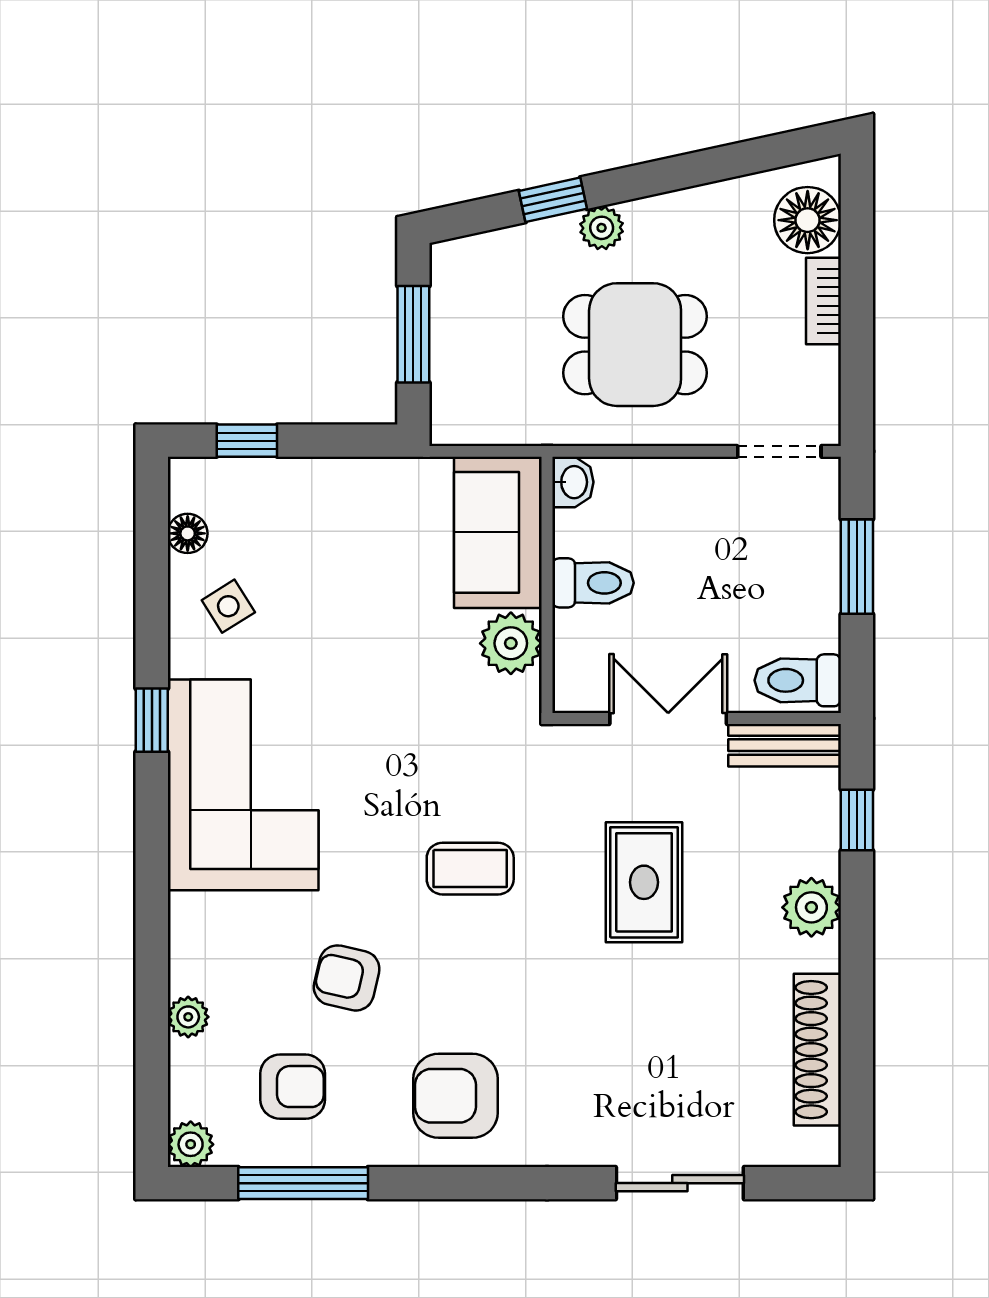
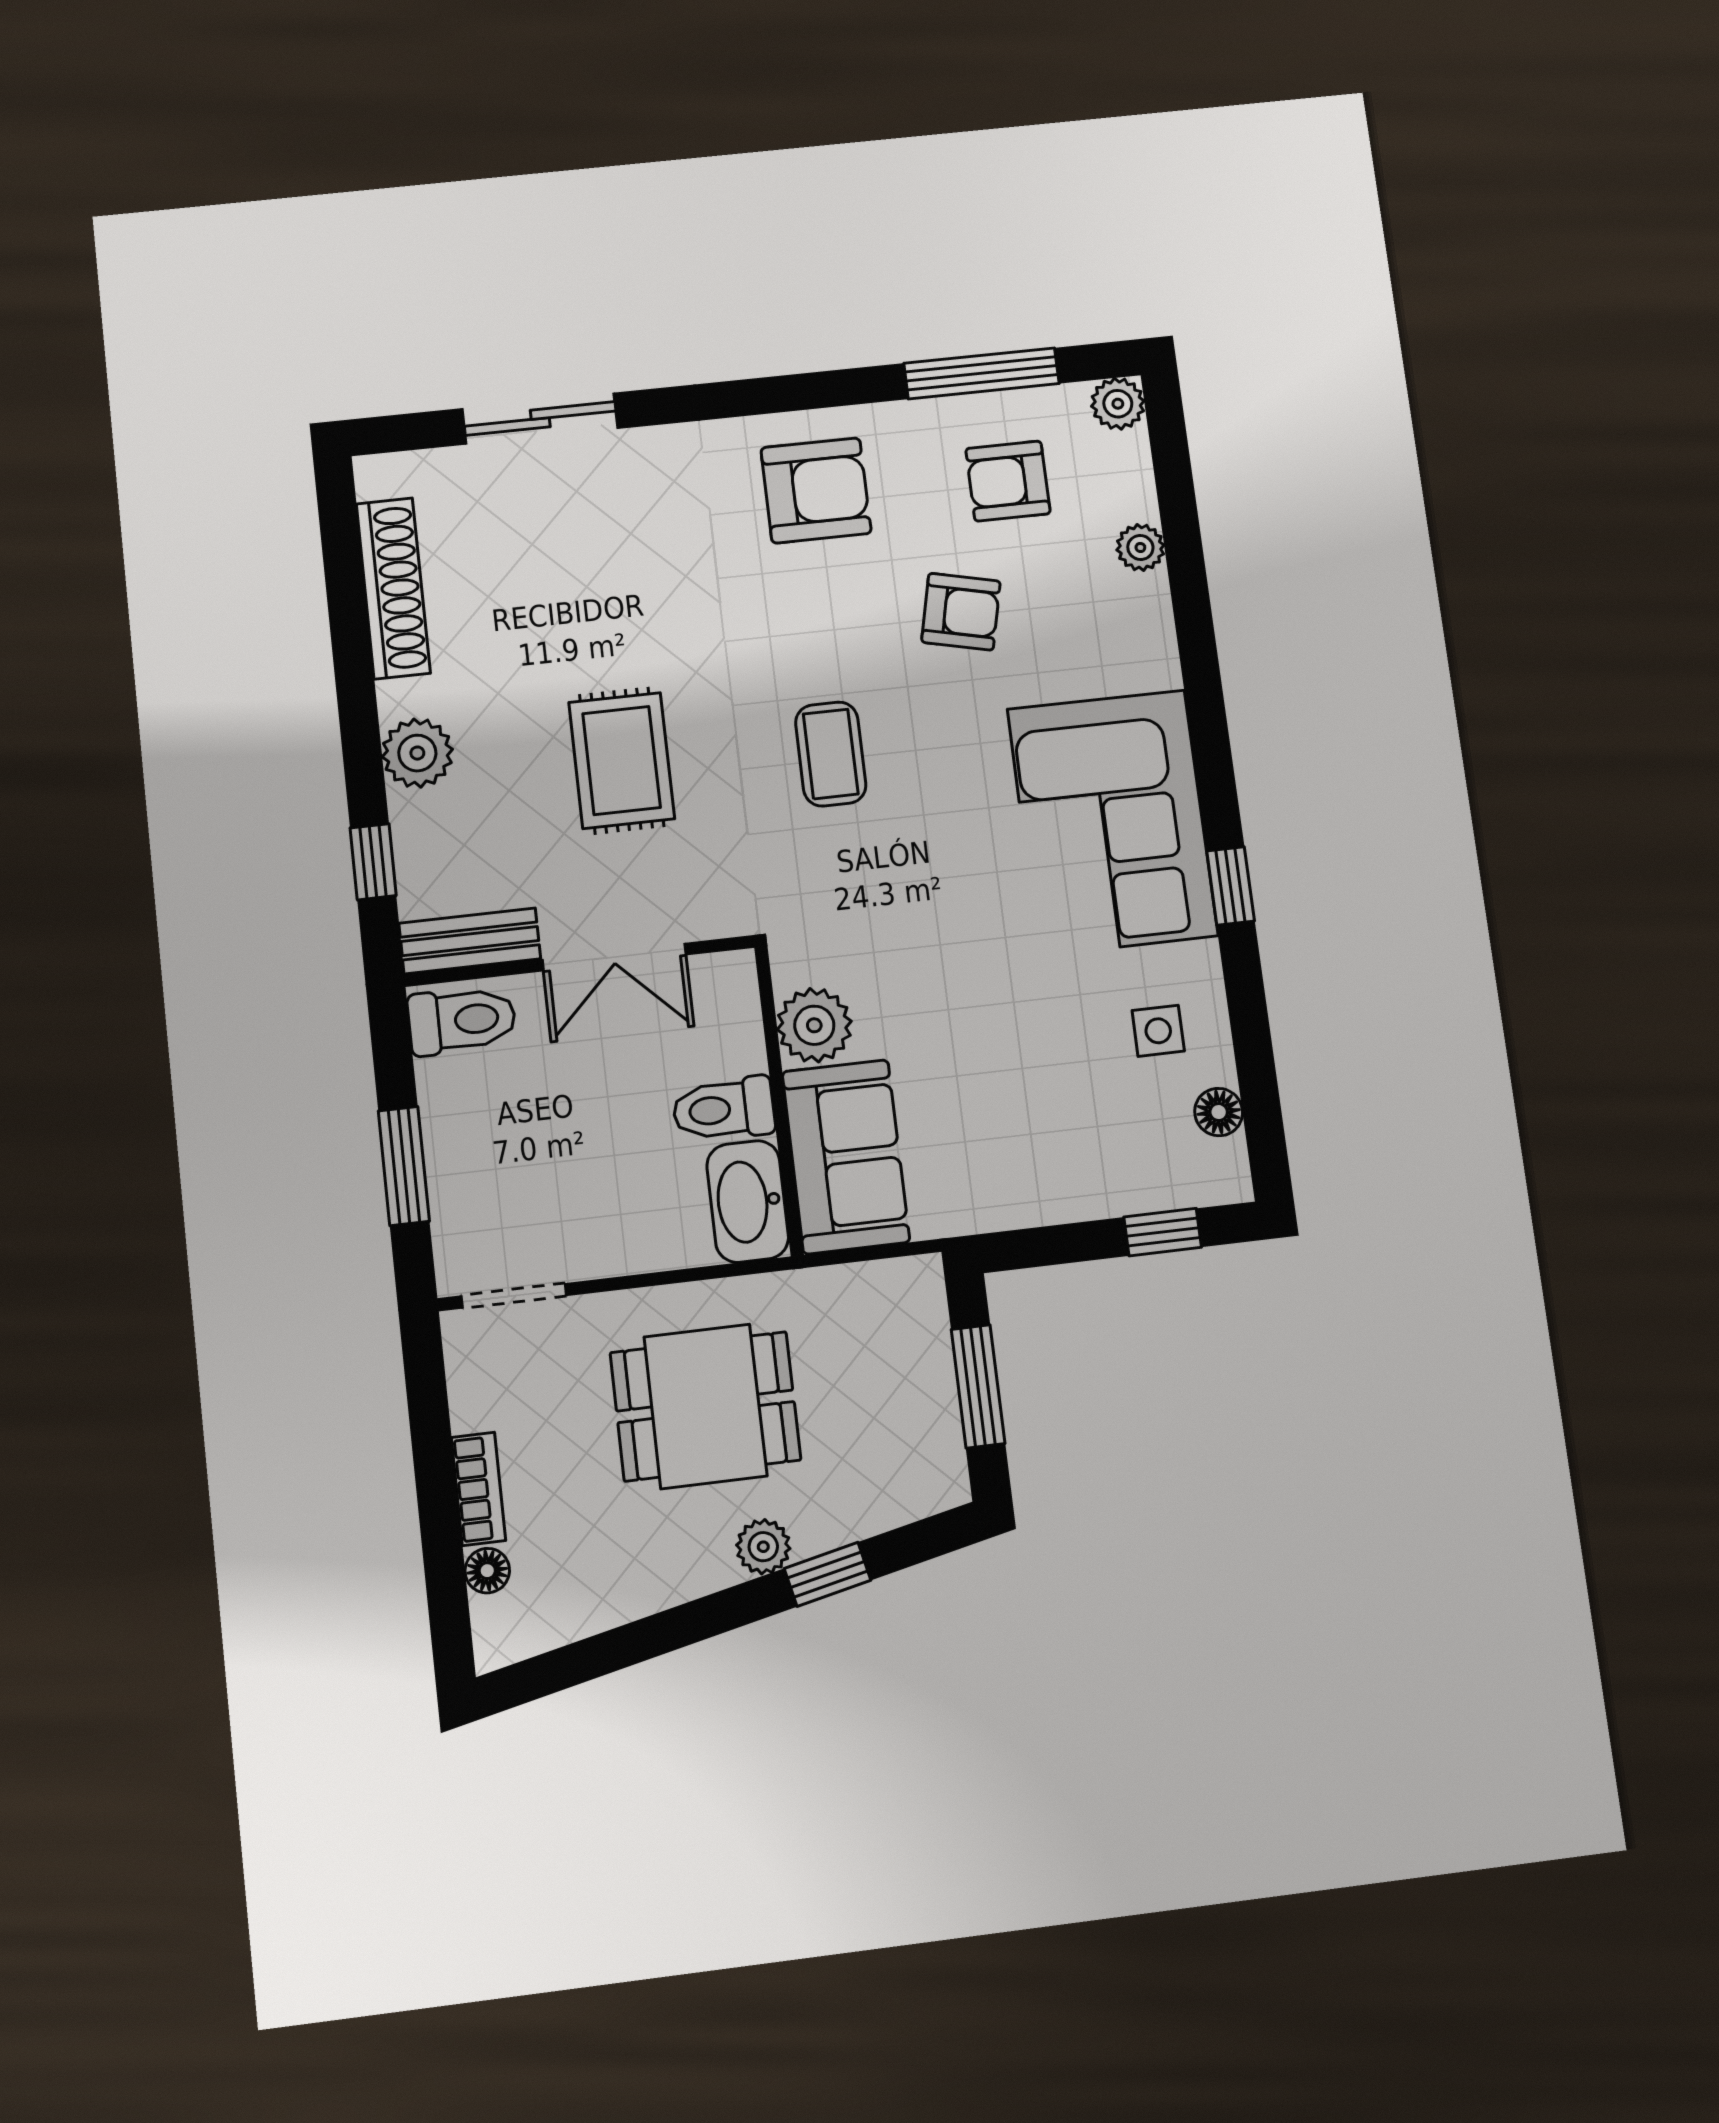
floor lamp: (808, 220) -> (487, 1571), width x0.53, depth x0.53
washbasin: (573, 482) -> (748, 1201), width x1.91, depth x1.45
side table: (228, 606) -> (1158, 1031), turned 32
coffee table: (470, 869) -> (831, 754), turned 90

